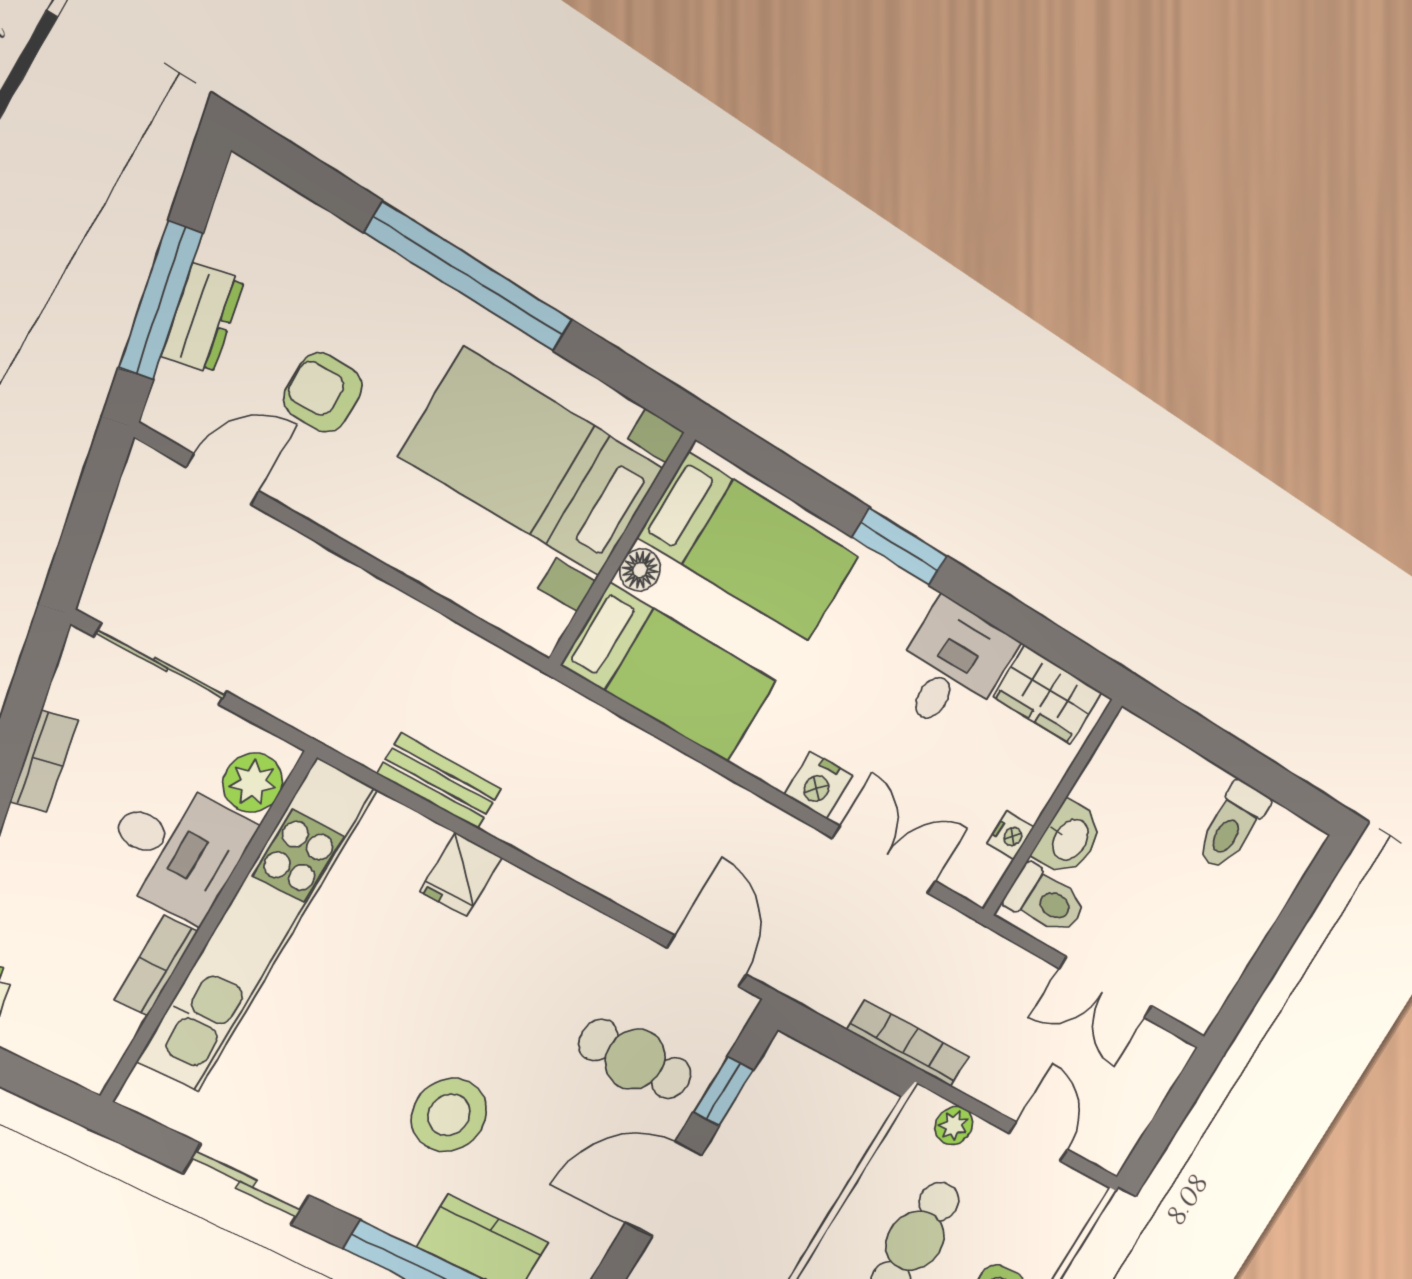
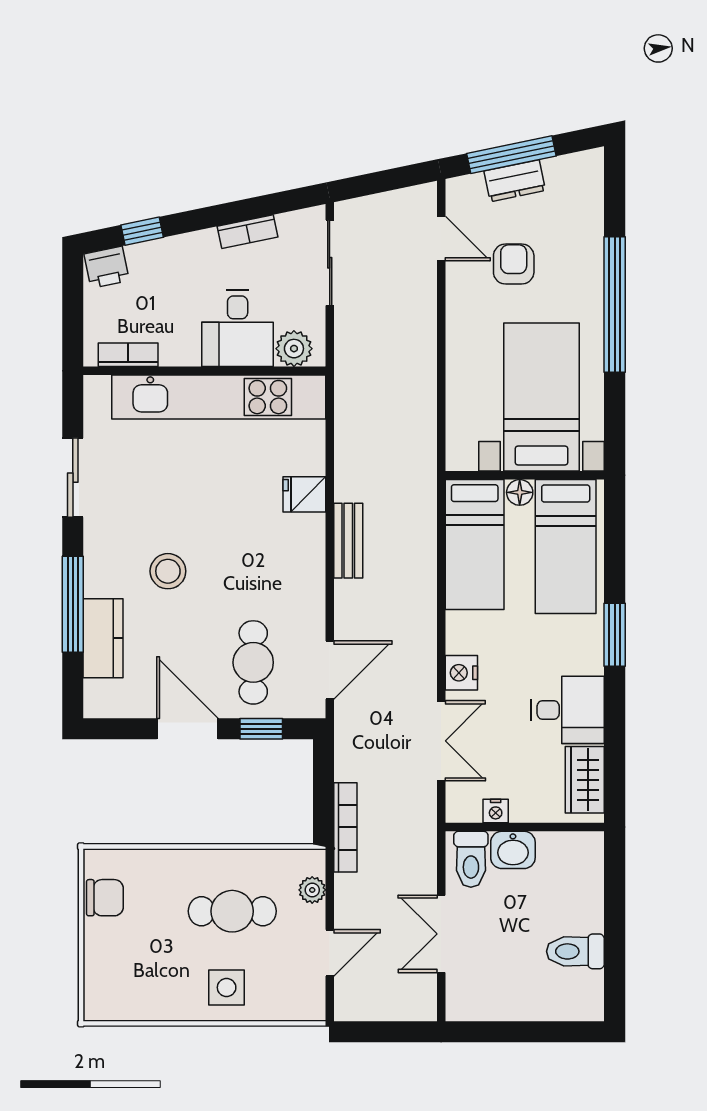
bench: (439, 781) -> (348, 541), moved
bookcase: (156, 966) -> (128, 355), moved
stool: (449, 1115) -> (168, 571), width x0.73, depth x0.73

